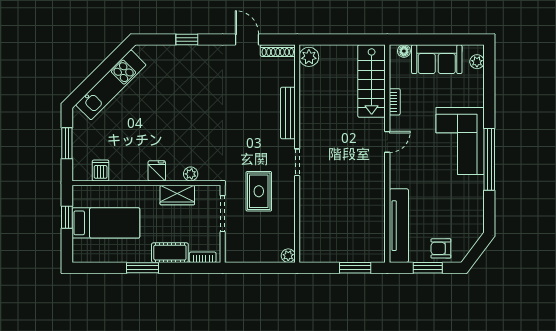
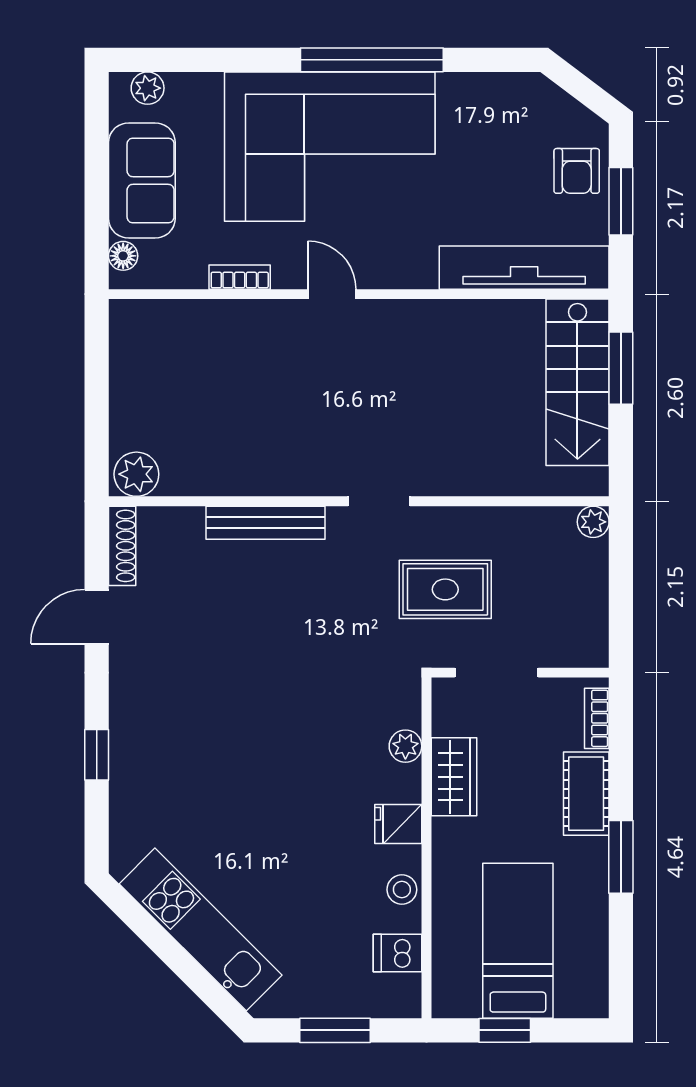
stairs: (372, 81) -> (577, 382), moved, turned 90
corner sofa: (460, 141) -> (330, 147), width x1.36, depth x1.36
stool: (128, 172) -> (402, 890), added

